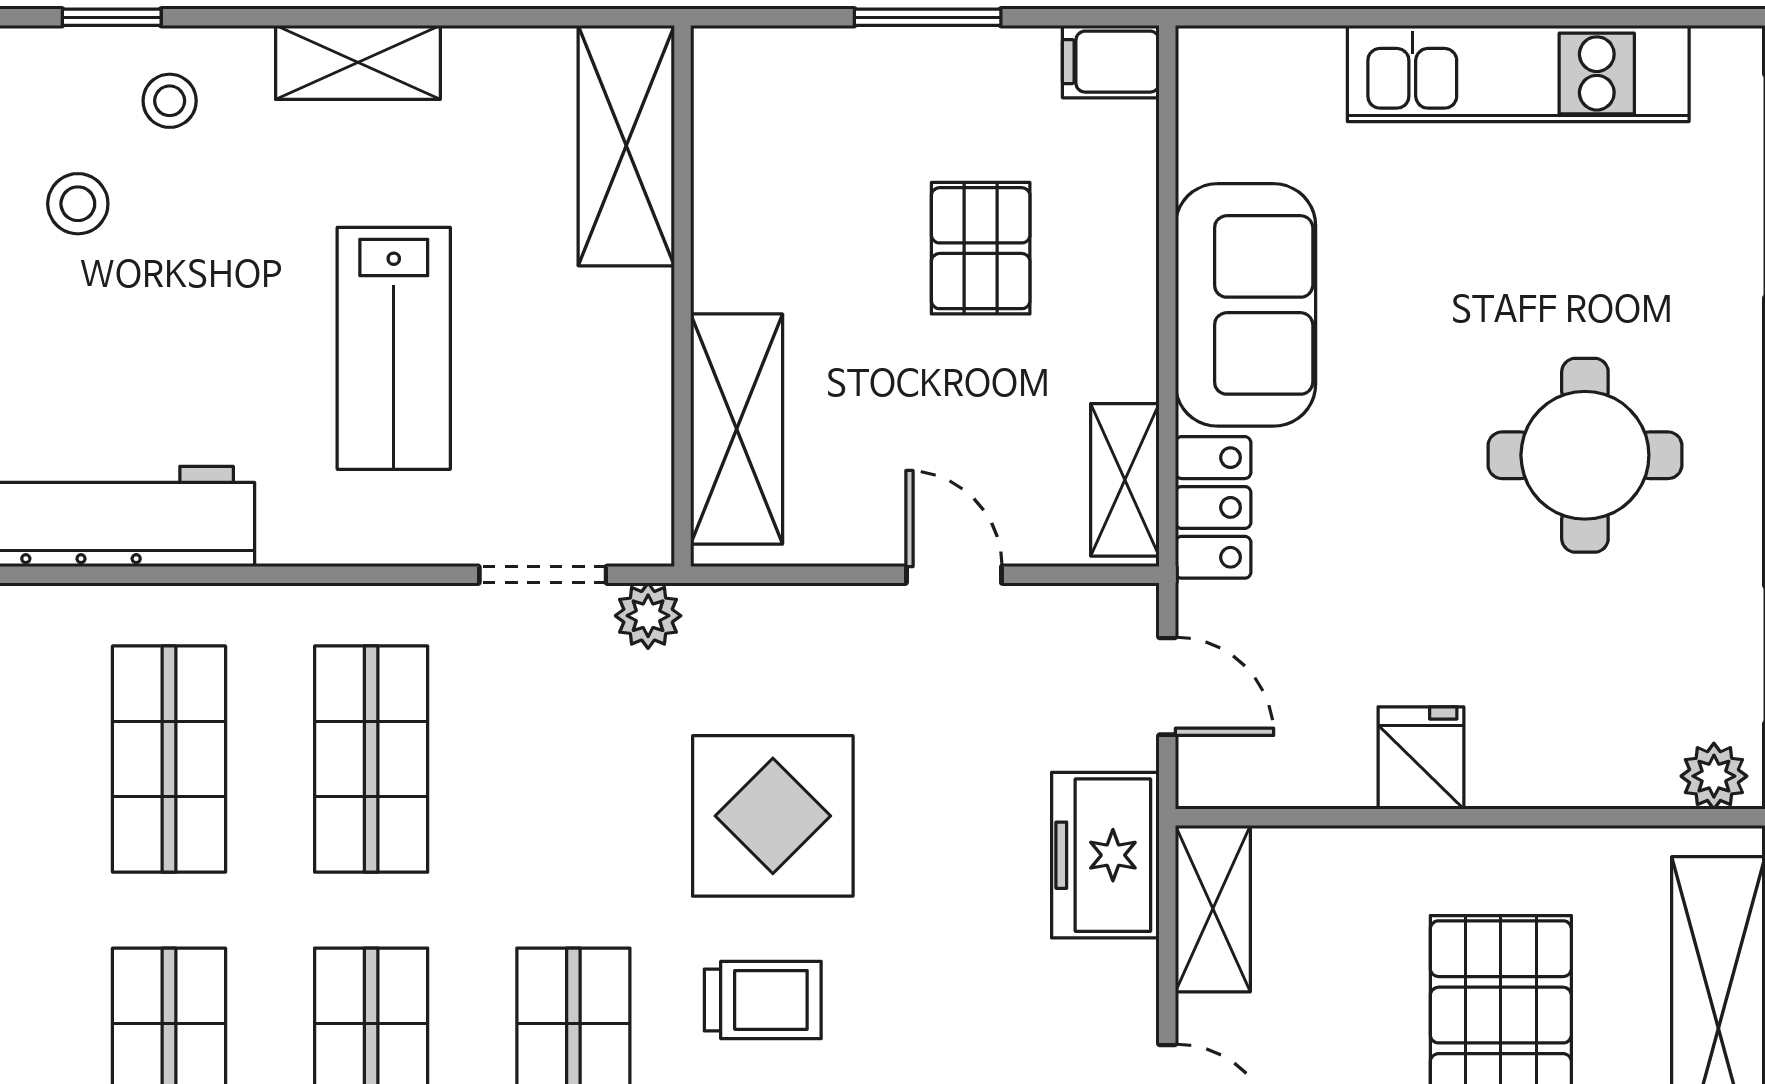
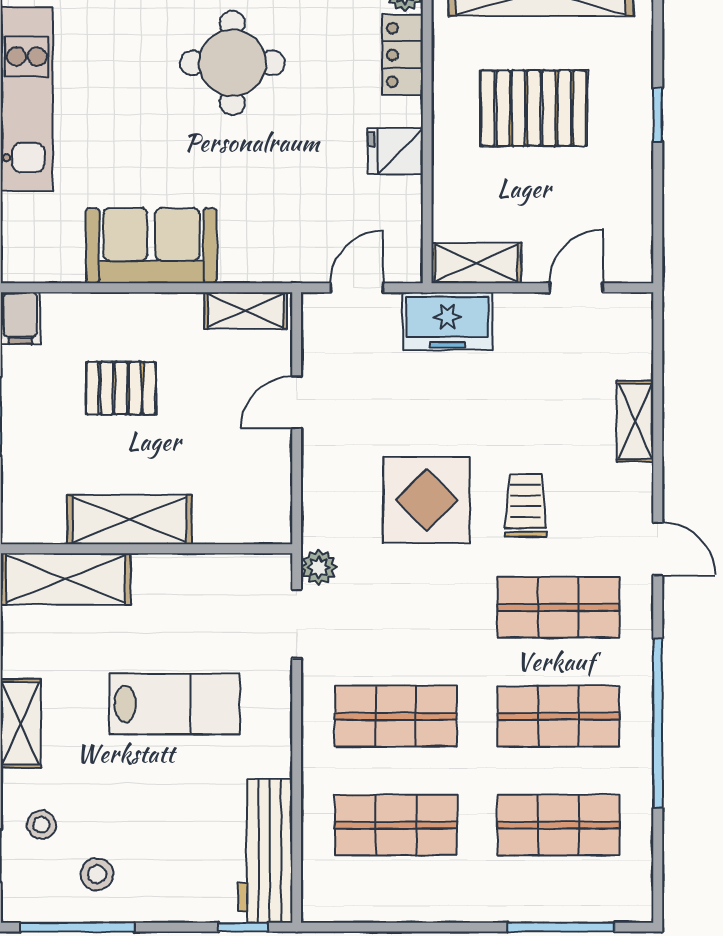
shelving: (737, 429) -> (129, 520), moved
locker: (1213, 507) -> (402, 55), moved, turned -90

